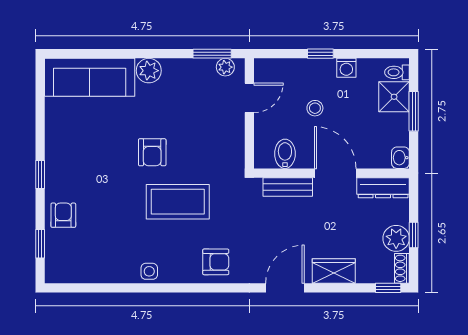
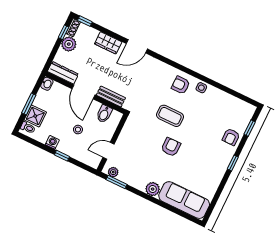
coffee table: (178, 202) -> (170, 116), width x0.73, depth x0.76
window: (414, 235) -> (64, 32), moved
armchair: (216, 262) -> (181, 85), moved

